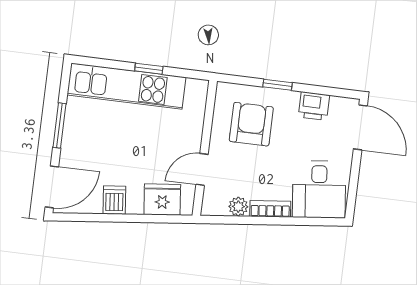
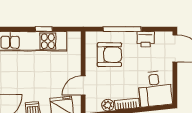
window: (277, 85) -> (122, 29), width x2.17
armchair: (251, 124) -> (109, 55), turned 90

